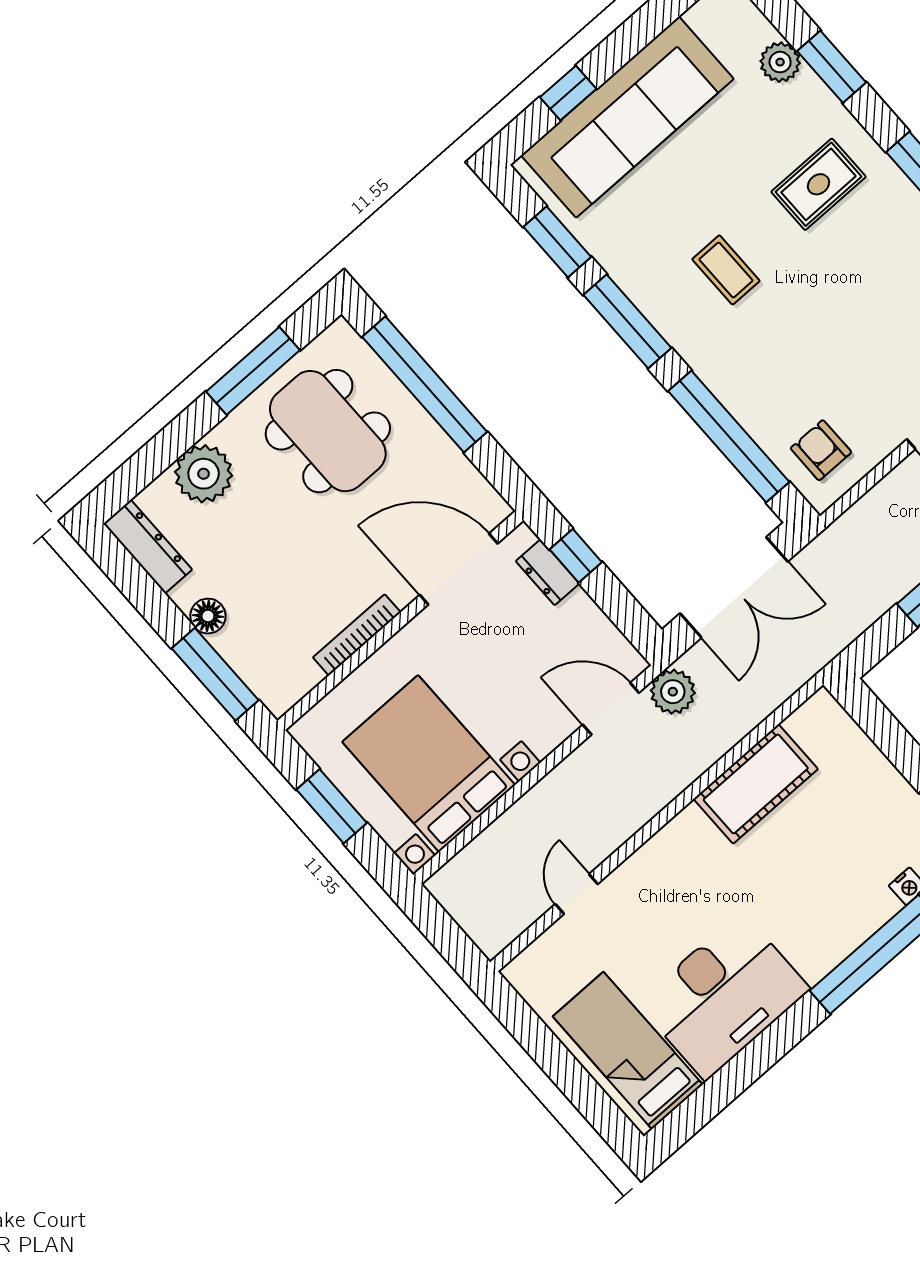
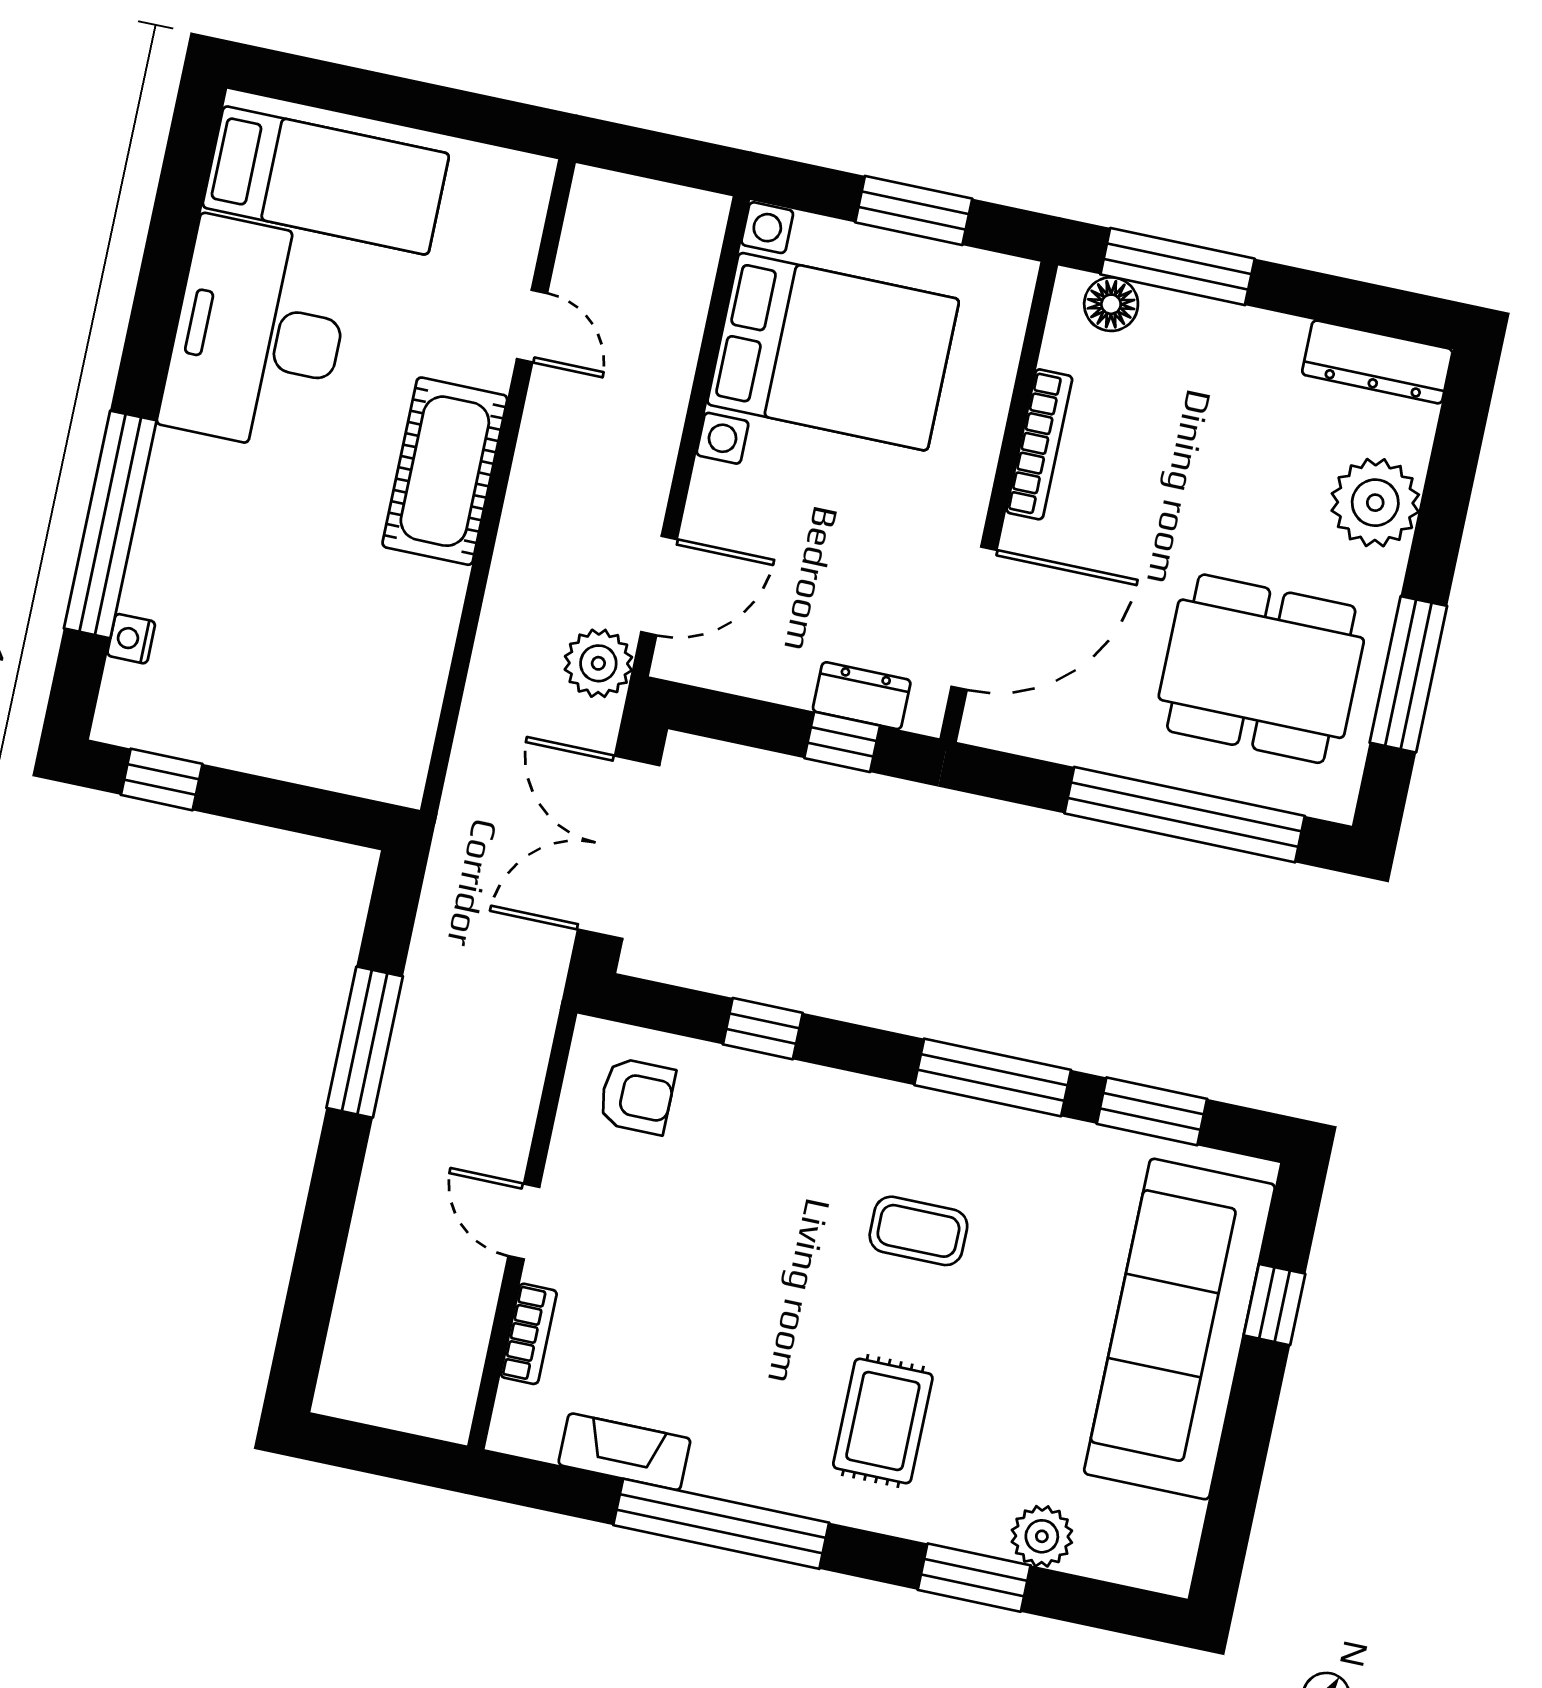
window: (729, 436) -> (763, 1029), width x0.32
floor lamp: (208, 616) -> (1111, 304), moved
cot: (756, 784) -> (445, 471), moved

